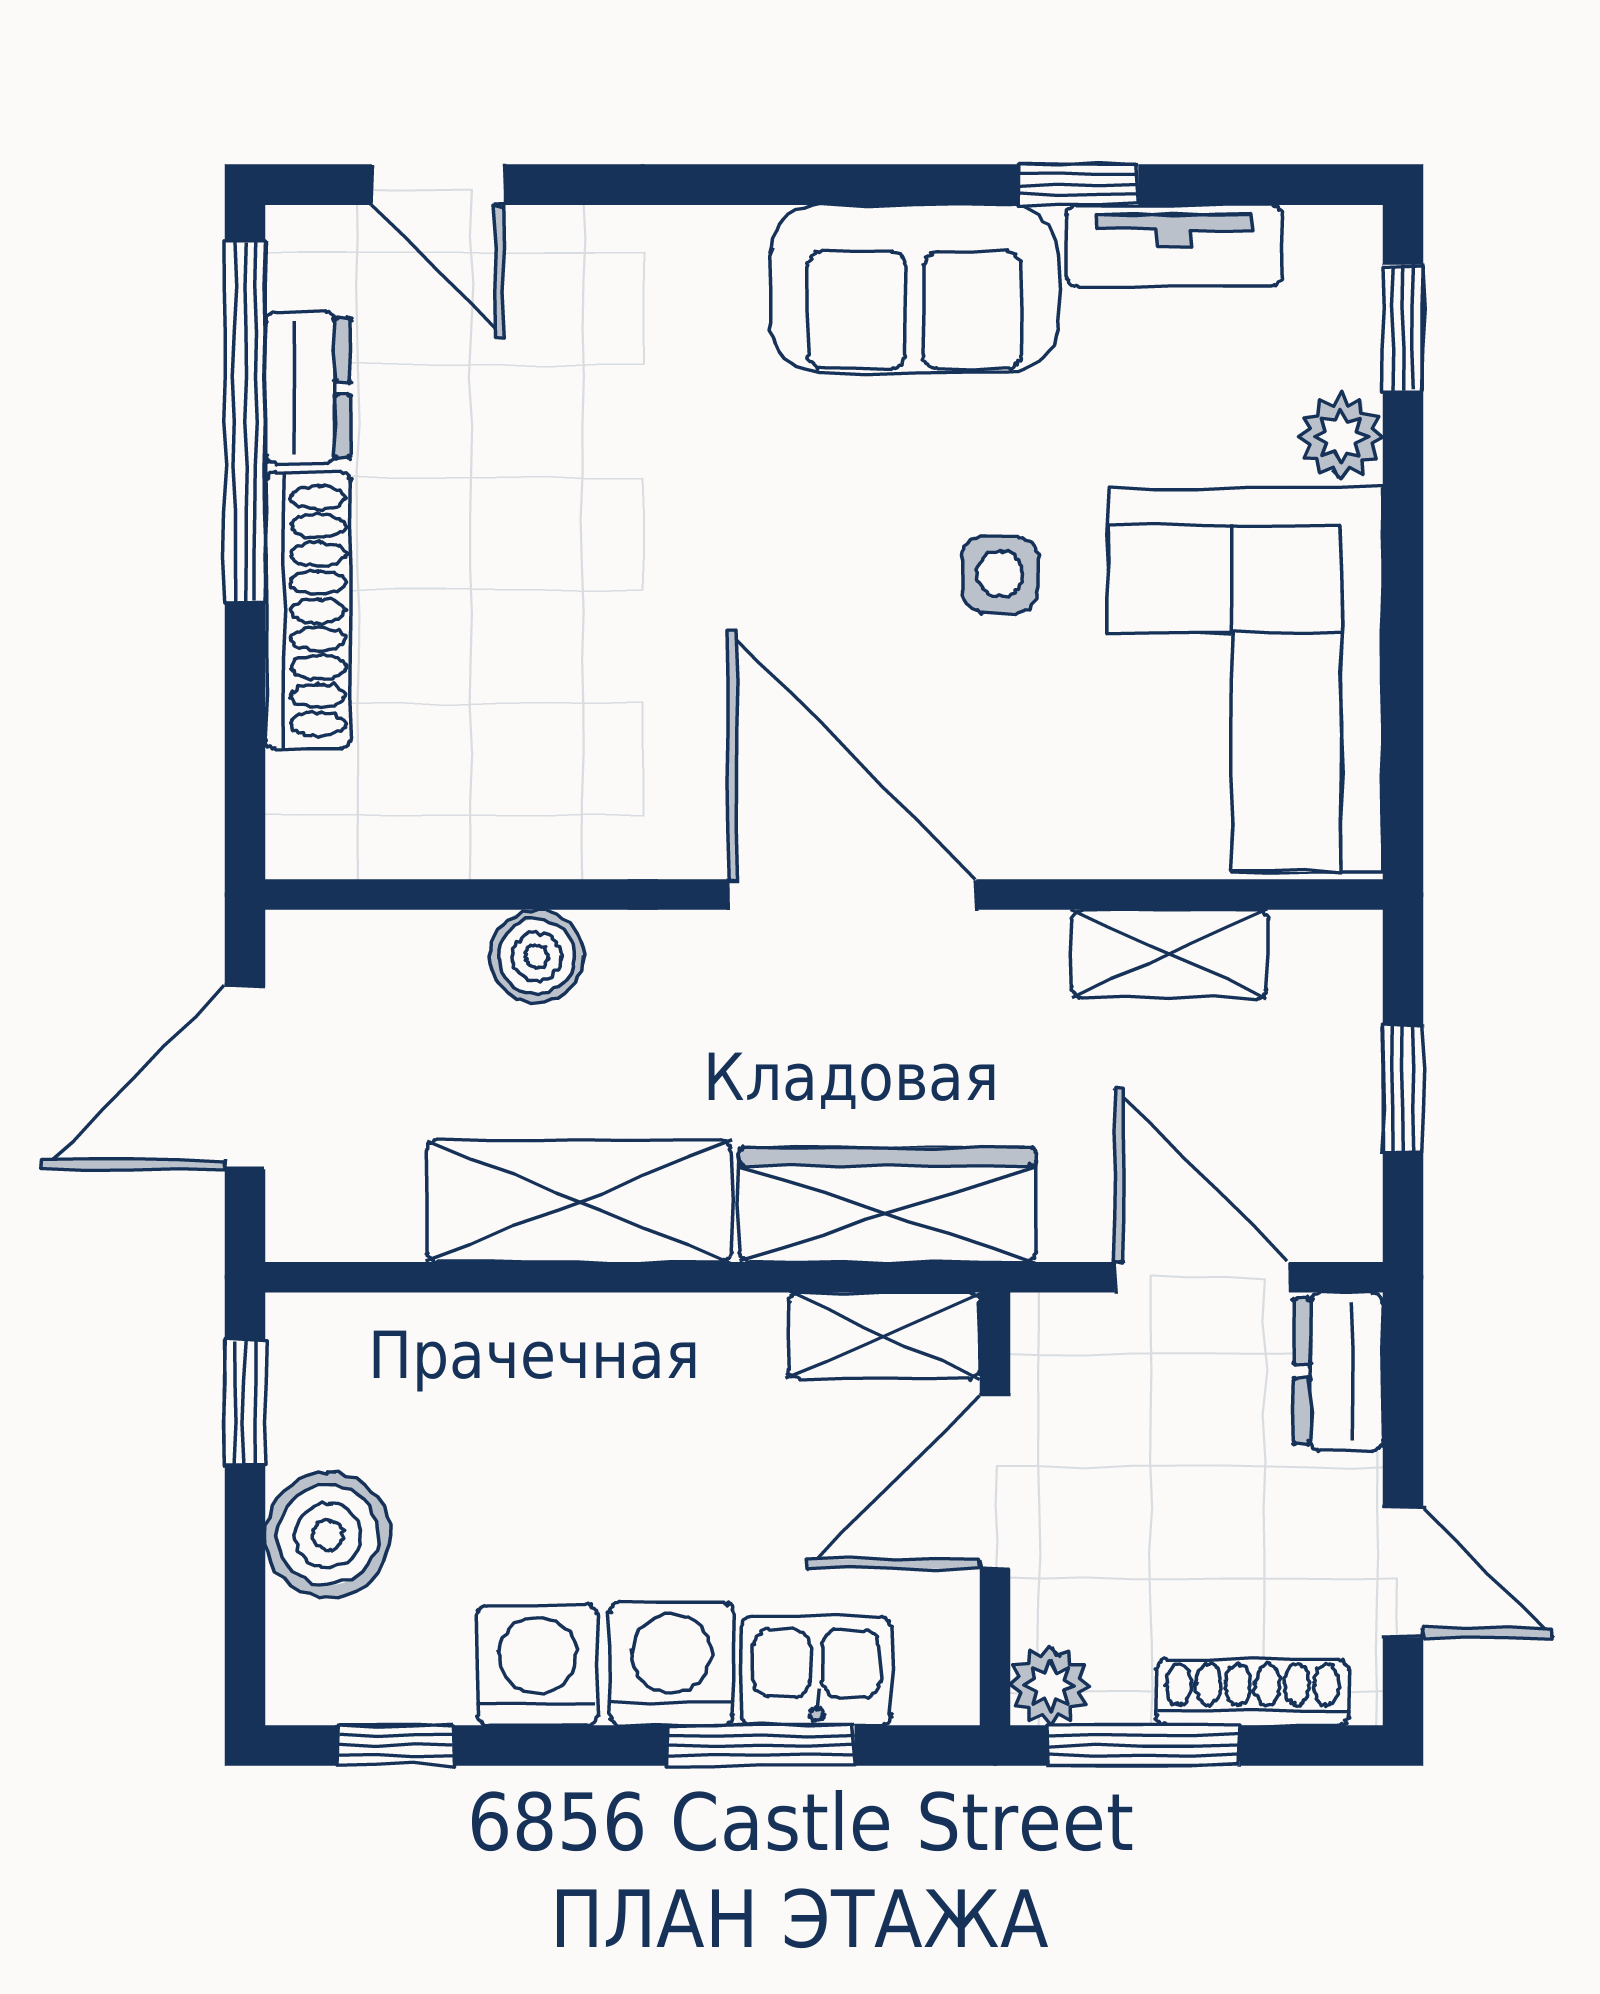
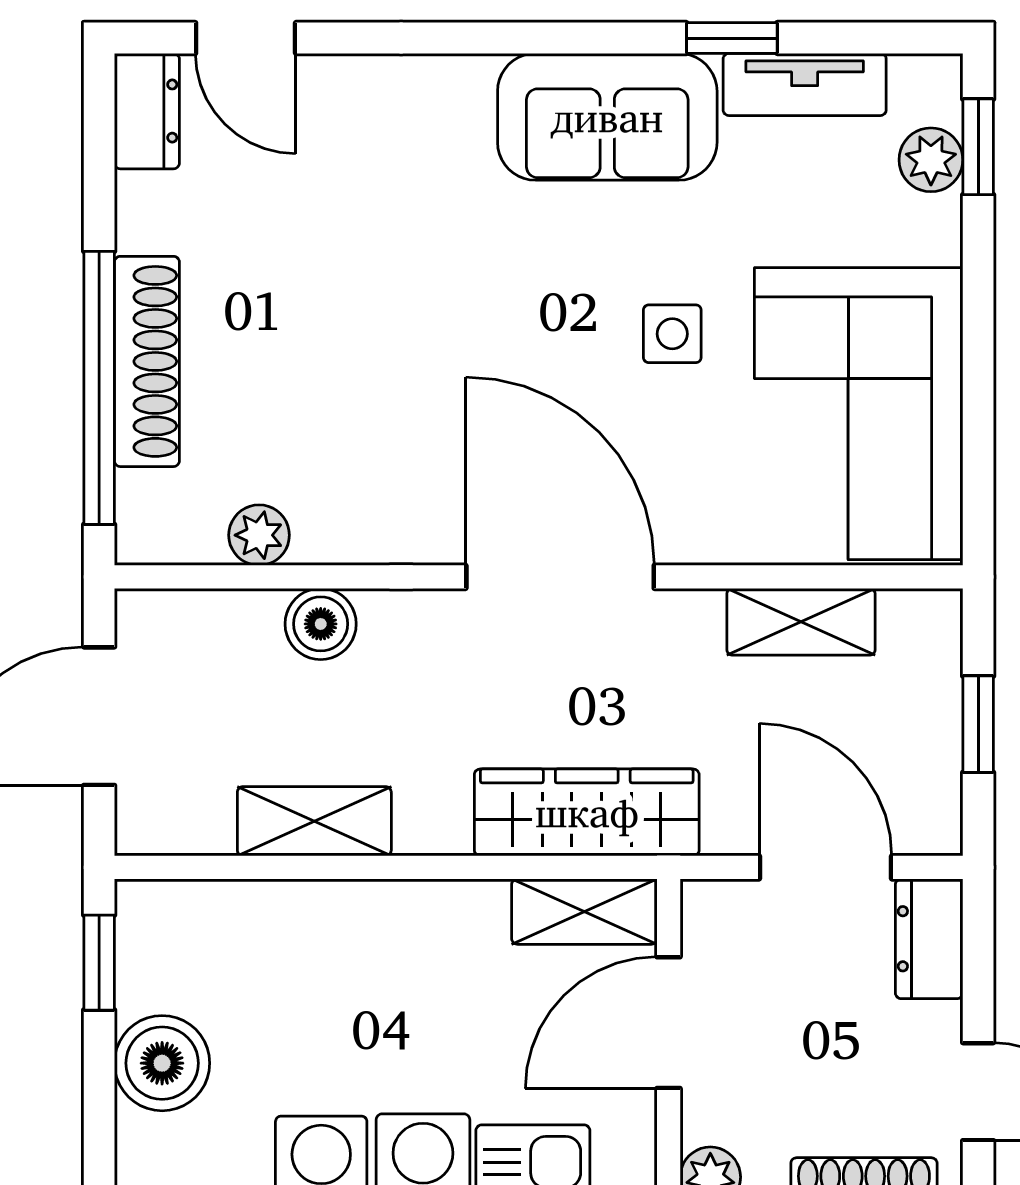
dresser: (308, 388) -> (147, 111), moved
window: (245, 422) -> (99, 388), moved
plant: (1341, 437) -> (931, 160), moved
plant: (456, 840) -> (259, 535), added
shelving: (579, 1201) -> (314, 821), width x0.67, depth x0.75

